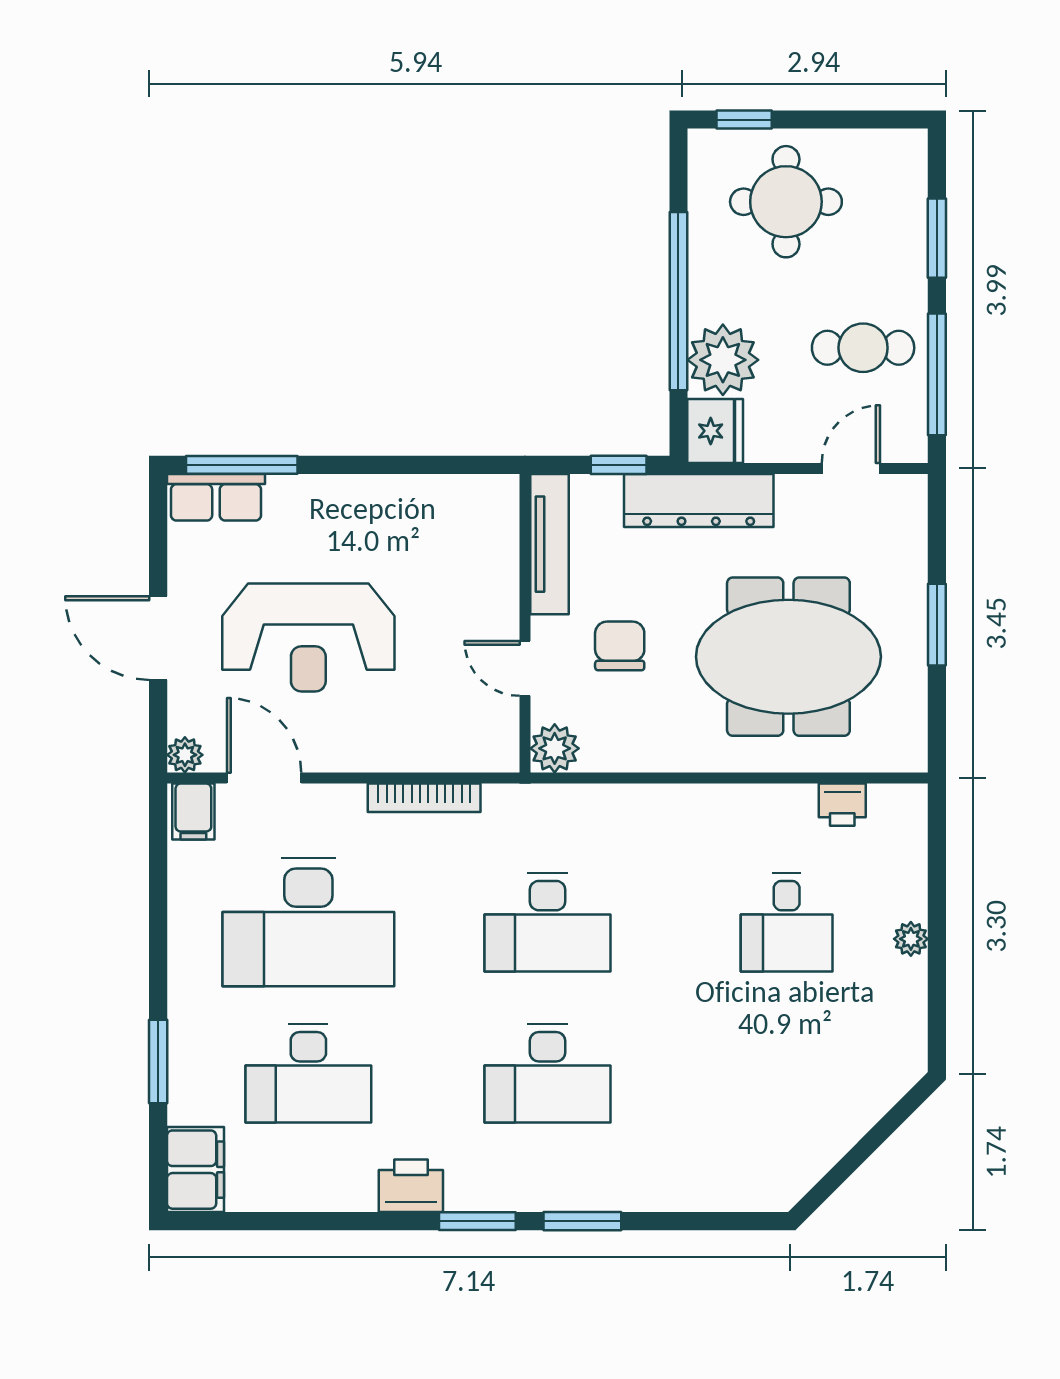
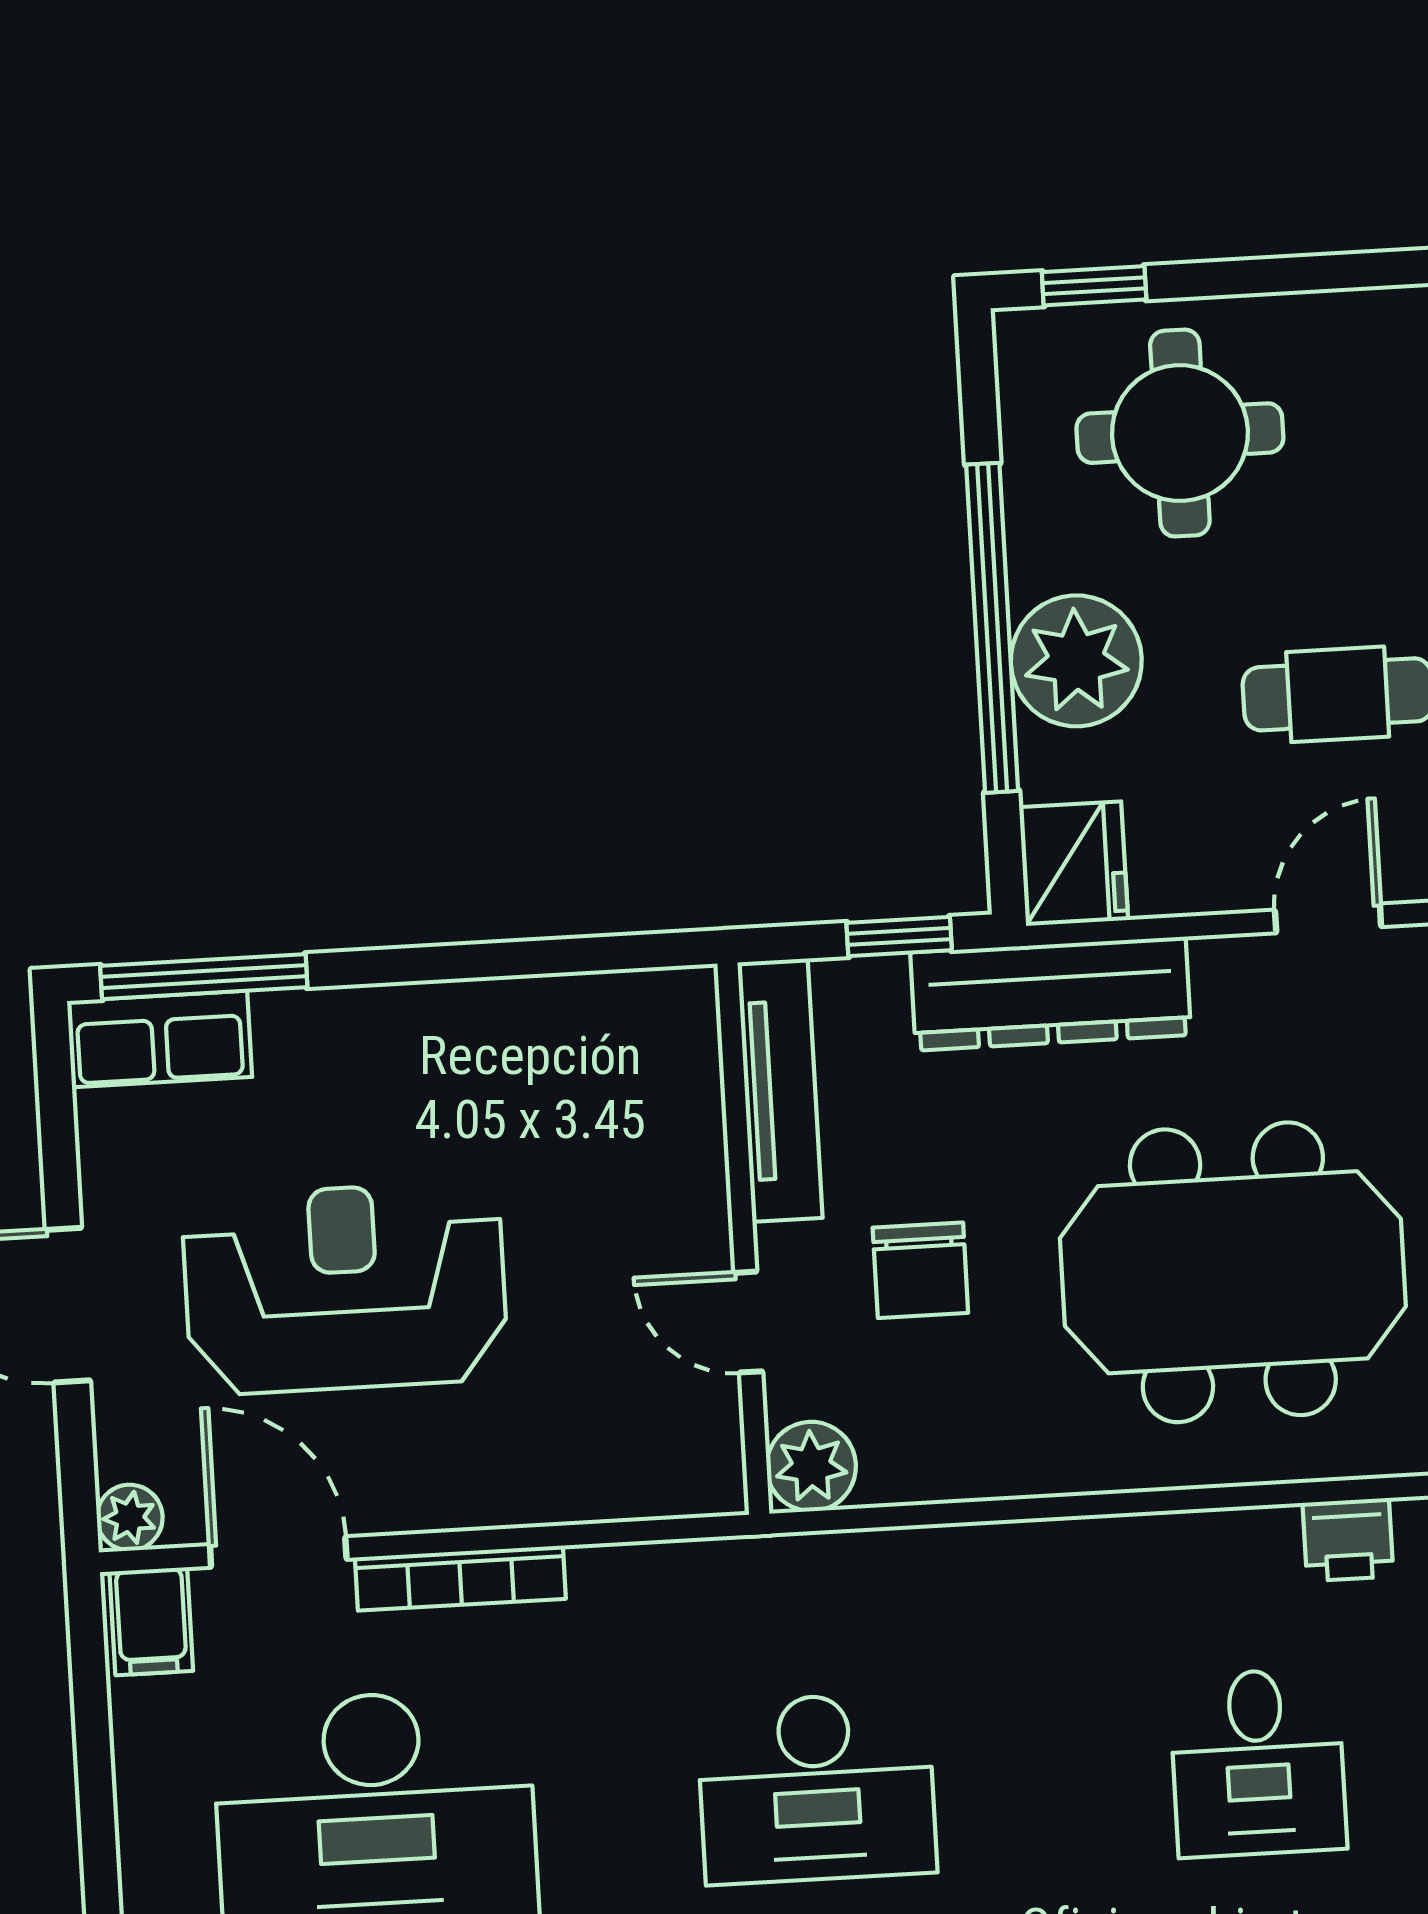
plant: (723, 360) -> (1076, 661), moved
reception desk: (308, 637) -> (345, 1288), turned 180
chair: (620, 646) -> (920, 1270), turned 180
bookcase: (424, 798) -> (460, 1578), moved

